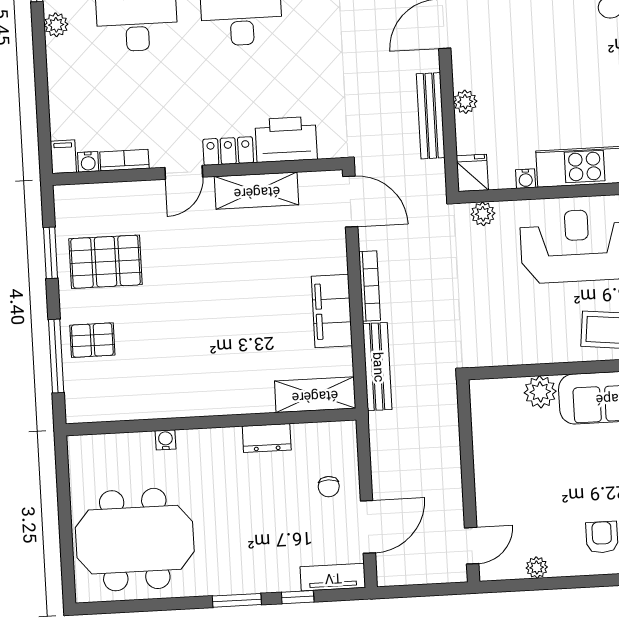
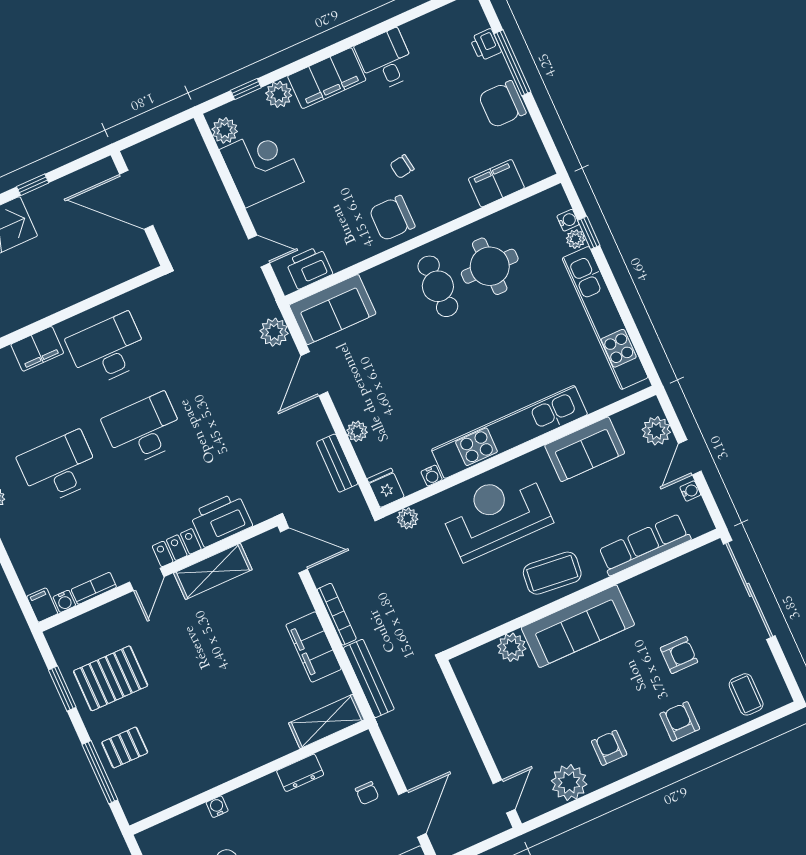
bench: (431, 116) -> (337, 463), width x0.73
plant: (537, 567) -> (569, 782), width x1.87, depth x1.87

